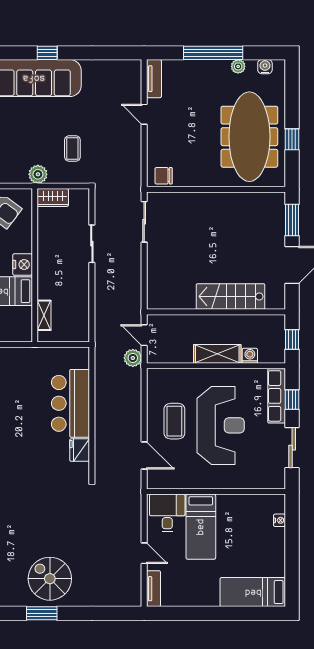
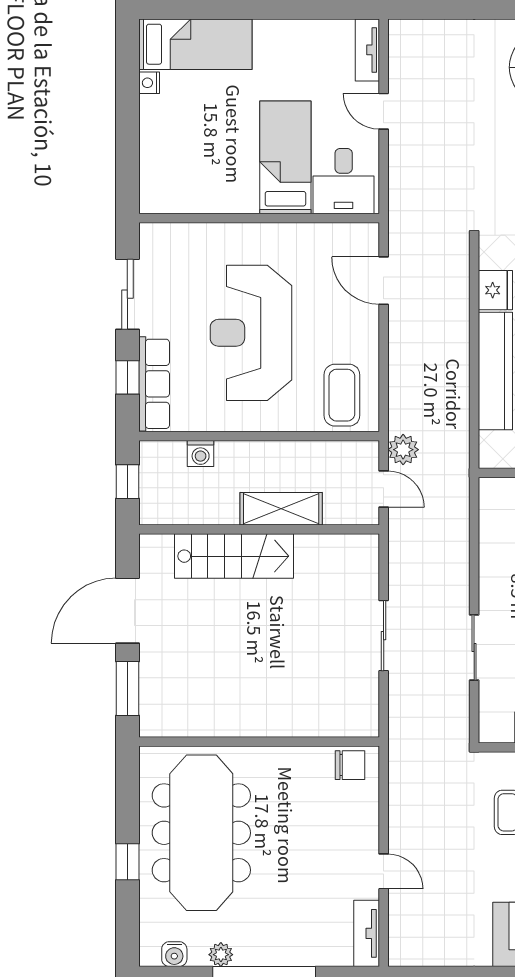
window: (292, 139) -> (127, 862), moved
sliding door: (144, 222) -> (384, 636), moved
shelving: (217, 354) -> (281, 509), moved
coffee table: (174, 421) -> (342, 395), moved
nightstand: (280, 520) -> (149, 83), moved

